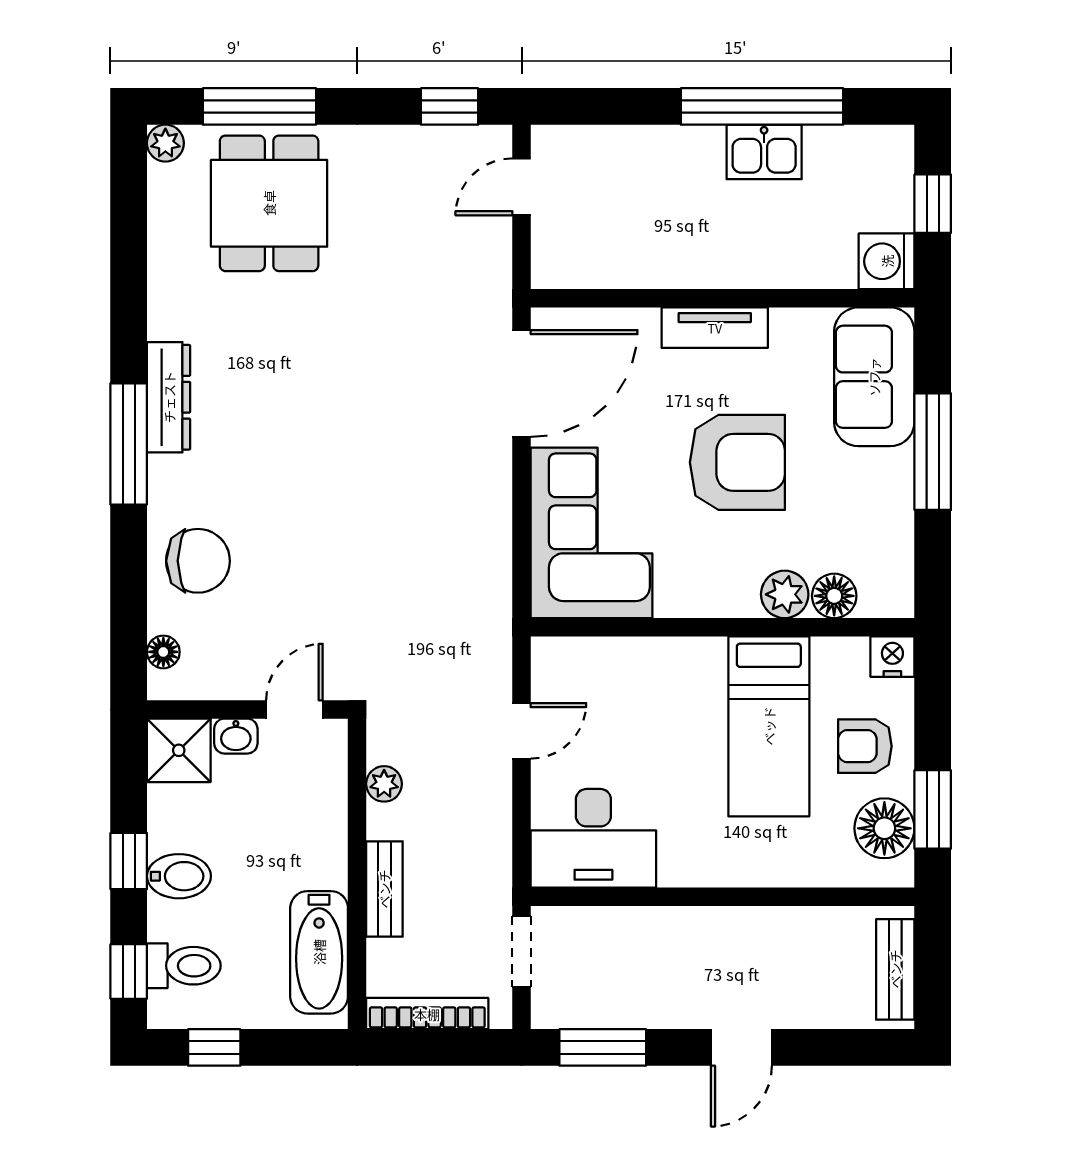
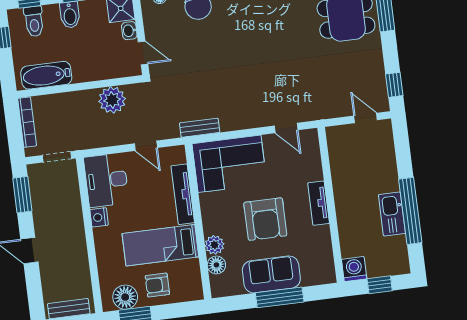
kitchen sink: (764, 152) -> (392, 214), width x1.38
sofa: (874, 377) -> (271, 274), moved
door: (522, 383) -> (286, 128), width x0.53
tv unit: (651, 656) -> (183, 194), added
nightstand: (892, 657) -> (99, 217), moved, turned 180
armchair: (865, 746) -> (157, 285), turned -90
plant: (384, 784) -> (112, 100), width x1.88, depth x1.88
bench: (384, 889) -> (200, 128), moved

